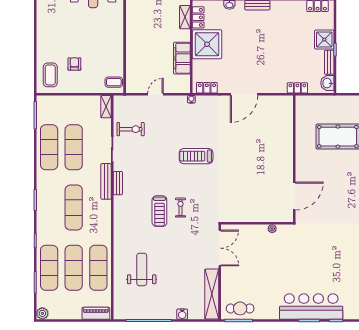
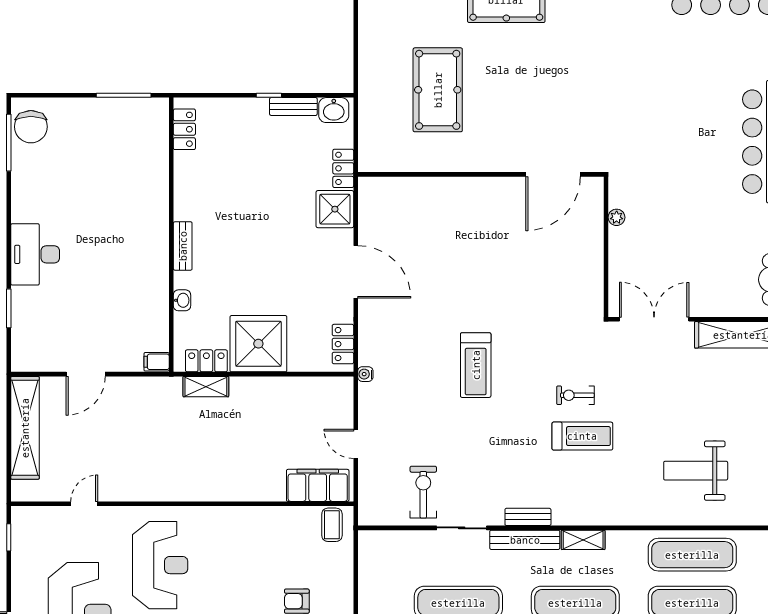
shower: (324, 40) -> (335, 209), moved
filing cabinet: (182, 58) -> (318, 485), moved, turned 180
shelving: (106, 107) -> (583, 540), moved
door: (294, 196) -> (553, 174), swing flipped

